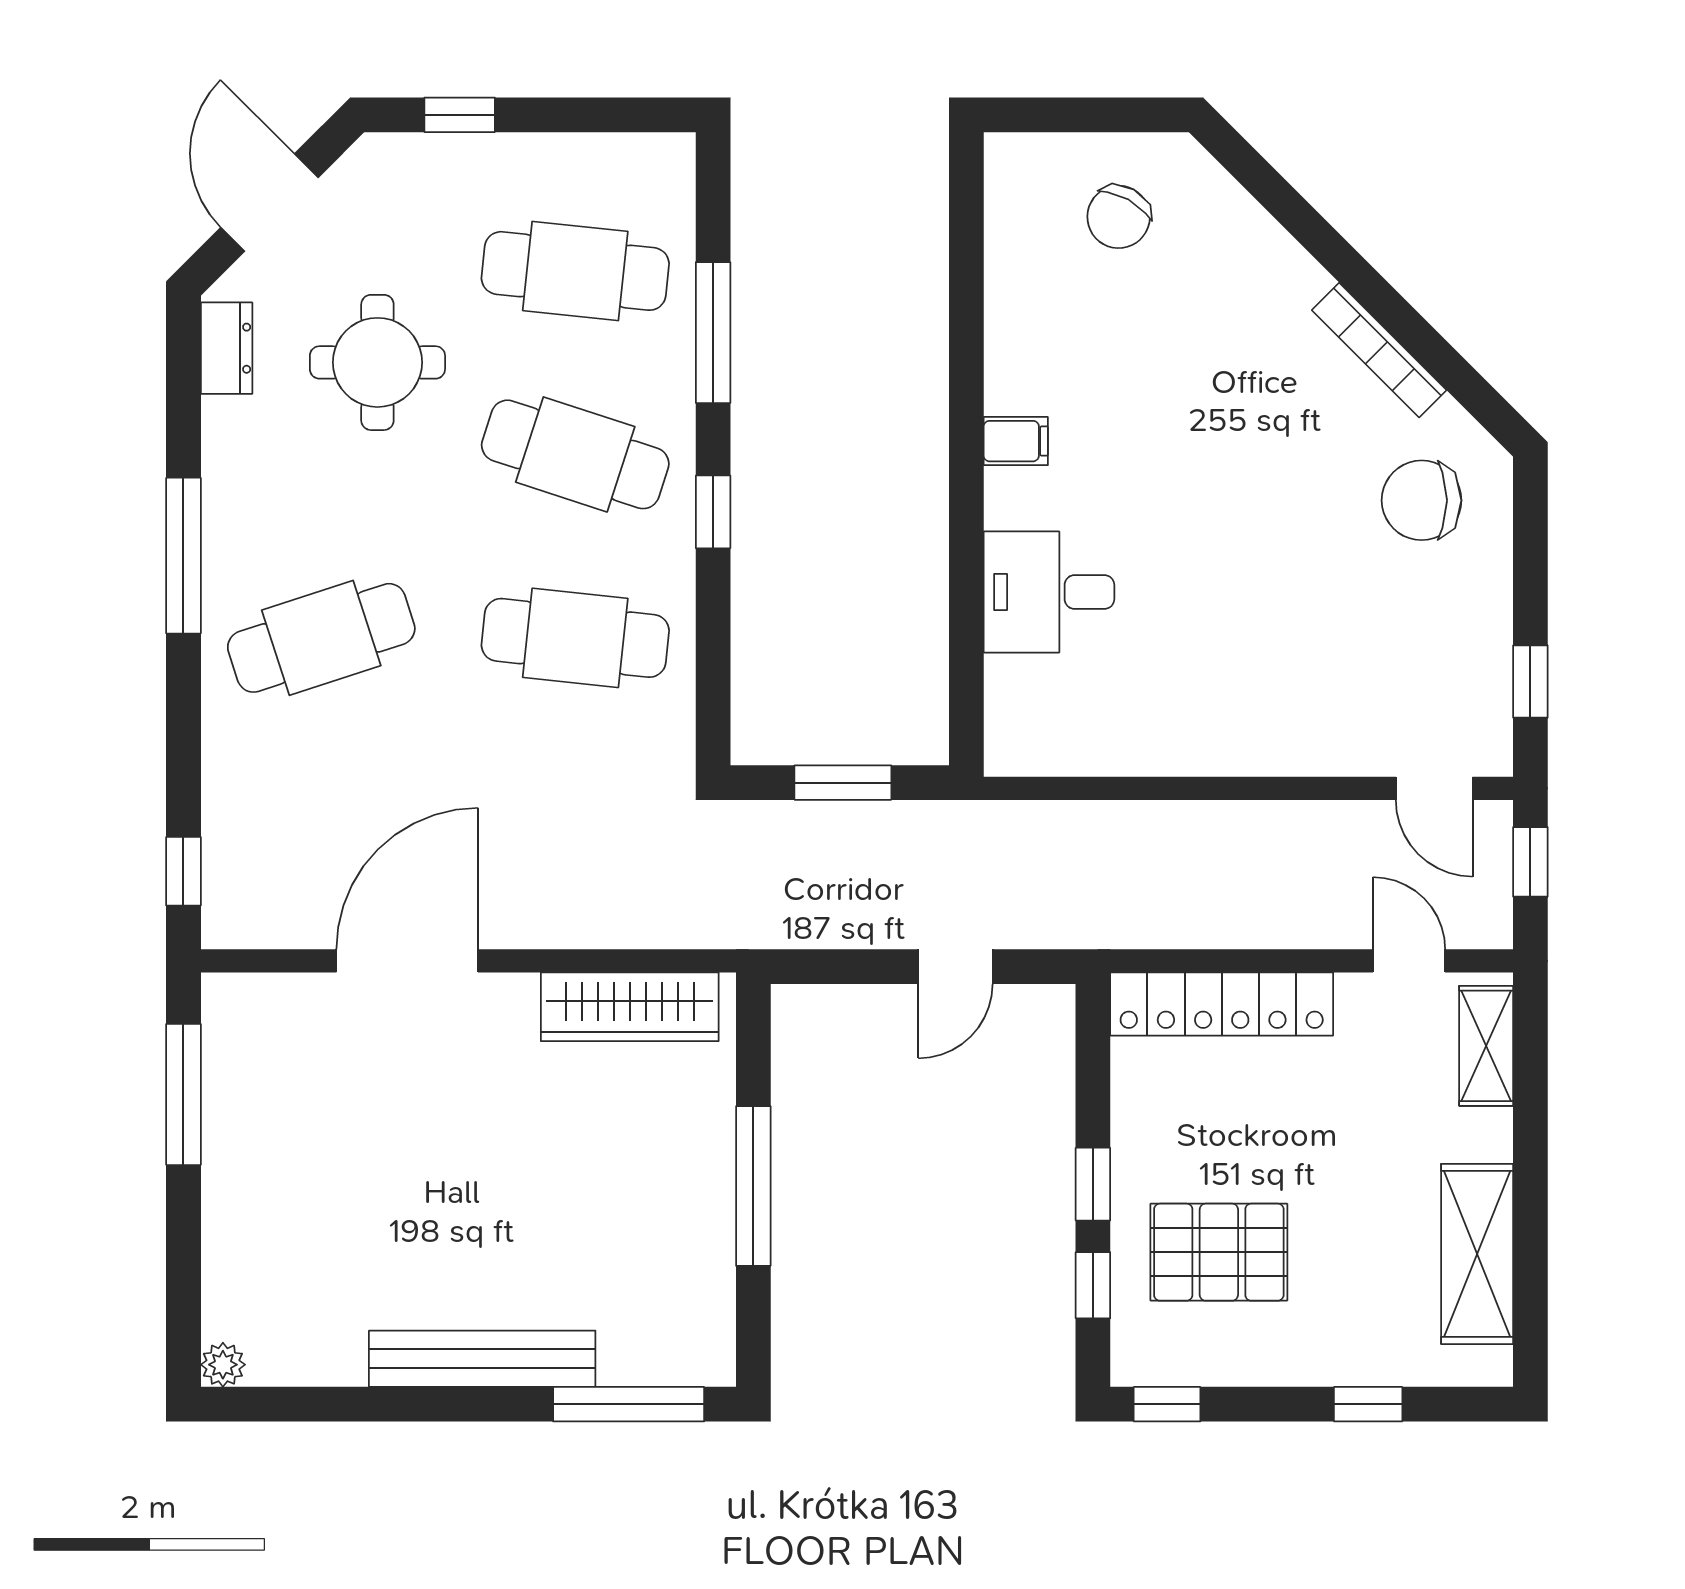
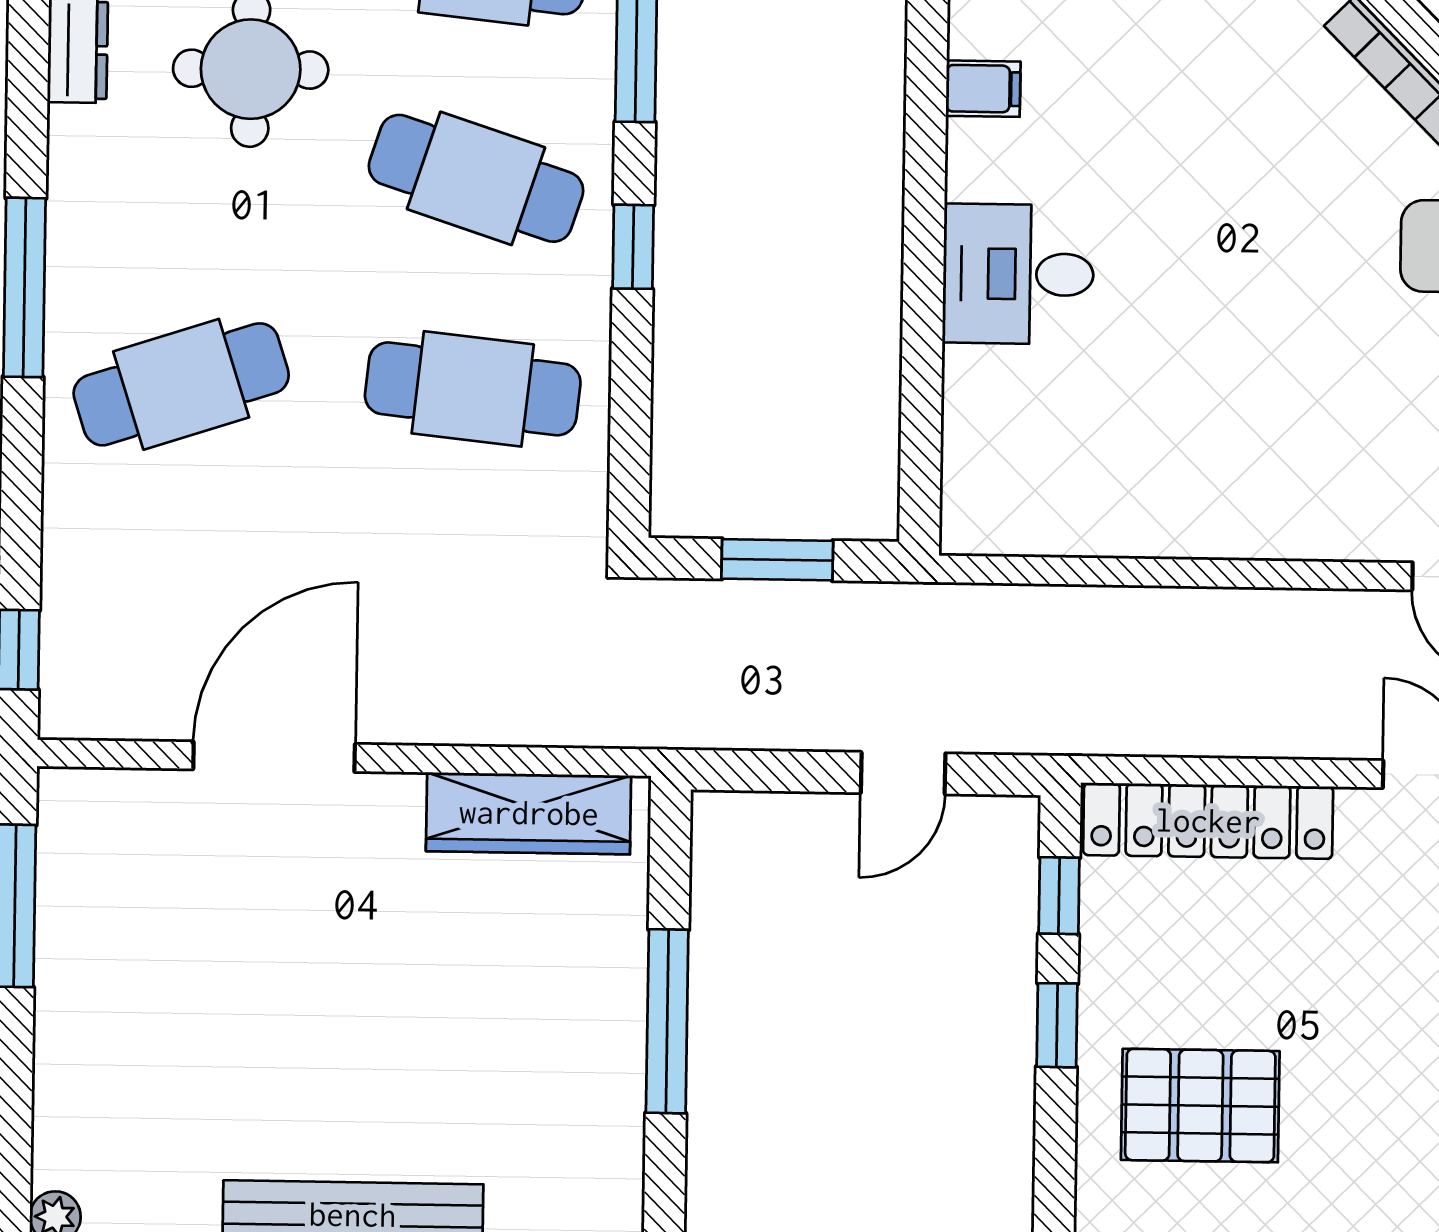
filing cabinet: (1016, 441) -> (983, 89), moved
desk: (1049, 592) -> (1018, 274), moved
window: (1093, 1285) -> (1059, 896), moved

